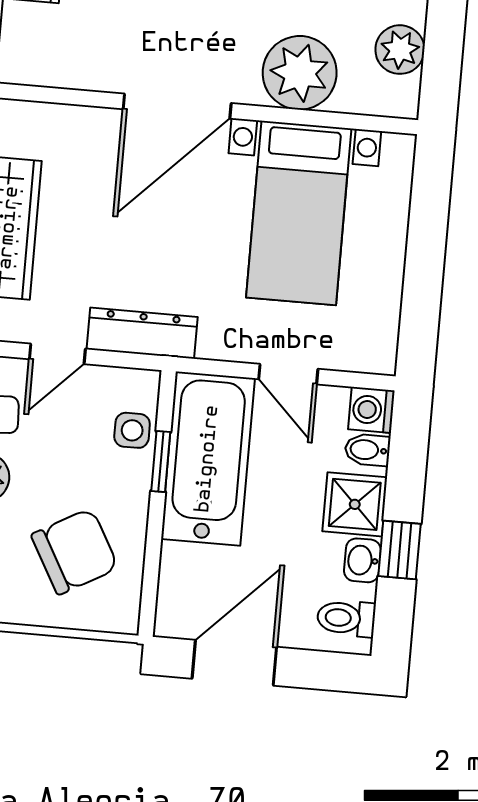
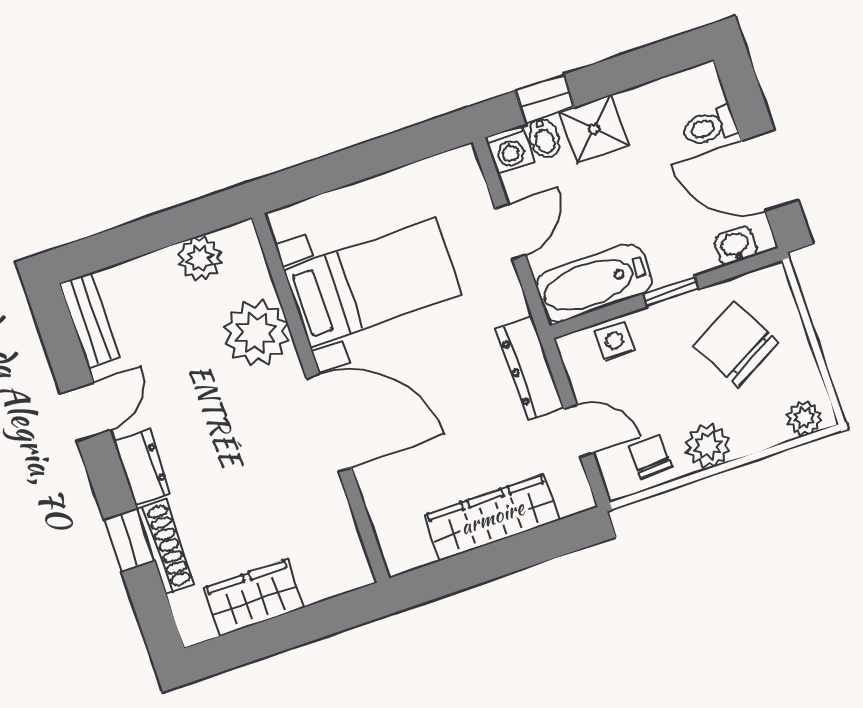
bathtub: (208, 459) -> (594, 283), width x0.73, depth x0.73
window: (161, 461) -> (671, 291), moved
window: (399, 550) -> (545, 99), moved
washbasin: (362, 560) -> (735, 246), moved, turned 180
toilet: (346, 618) -> (709, 127), moved, turned 90

